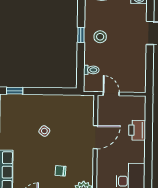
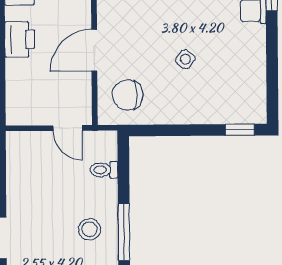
window: (81, 35) -> (124, 232), width x2.17
chair: (77, 112) -> (128, 95), added
printer: (137, 130) -> (20, 39), moved

